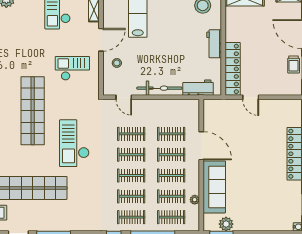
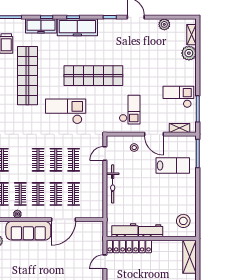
workbench: (198, 88) -> (125, 230), moved, turned -90
clothes rail: (131, 196) -> (20, 160), removed

